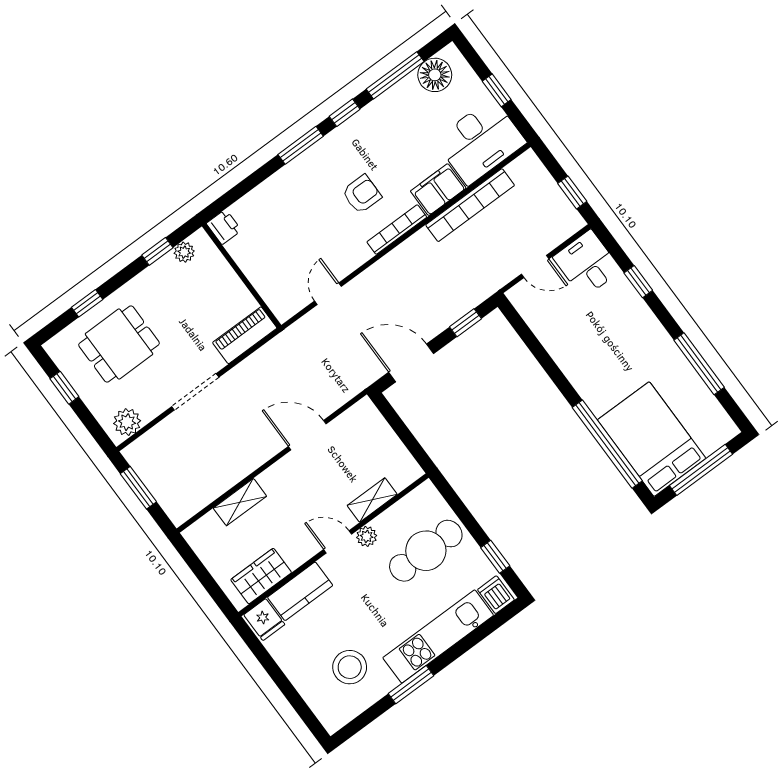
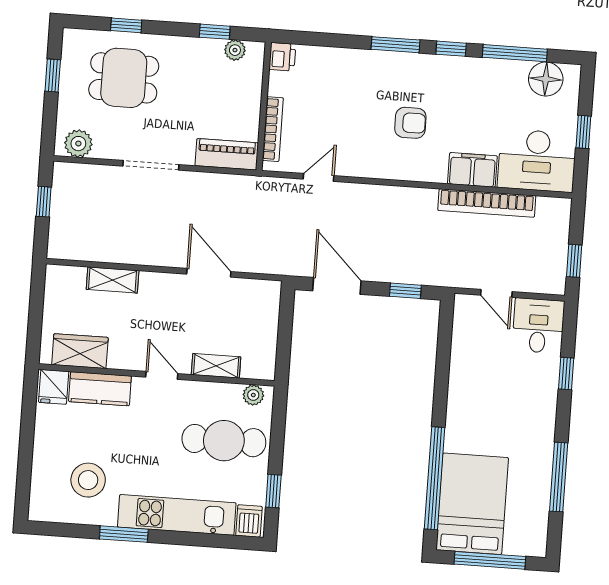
bookcase: (397, 230) -> (273, 129), moved, turned 90
window: (138, 488) -> (44, 202), width x0.67
plant: (367, 536) -> (253, 395), moved

